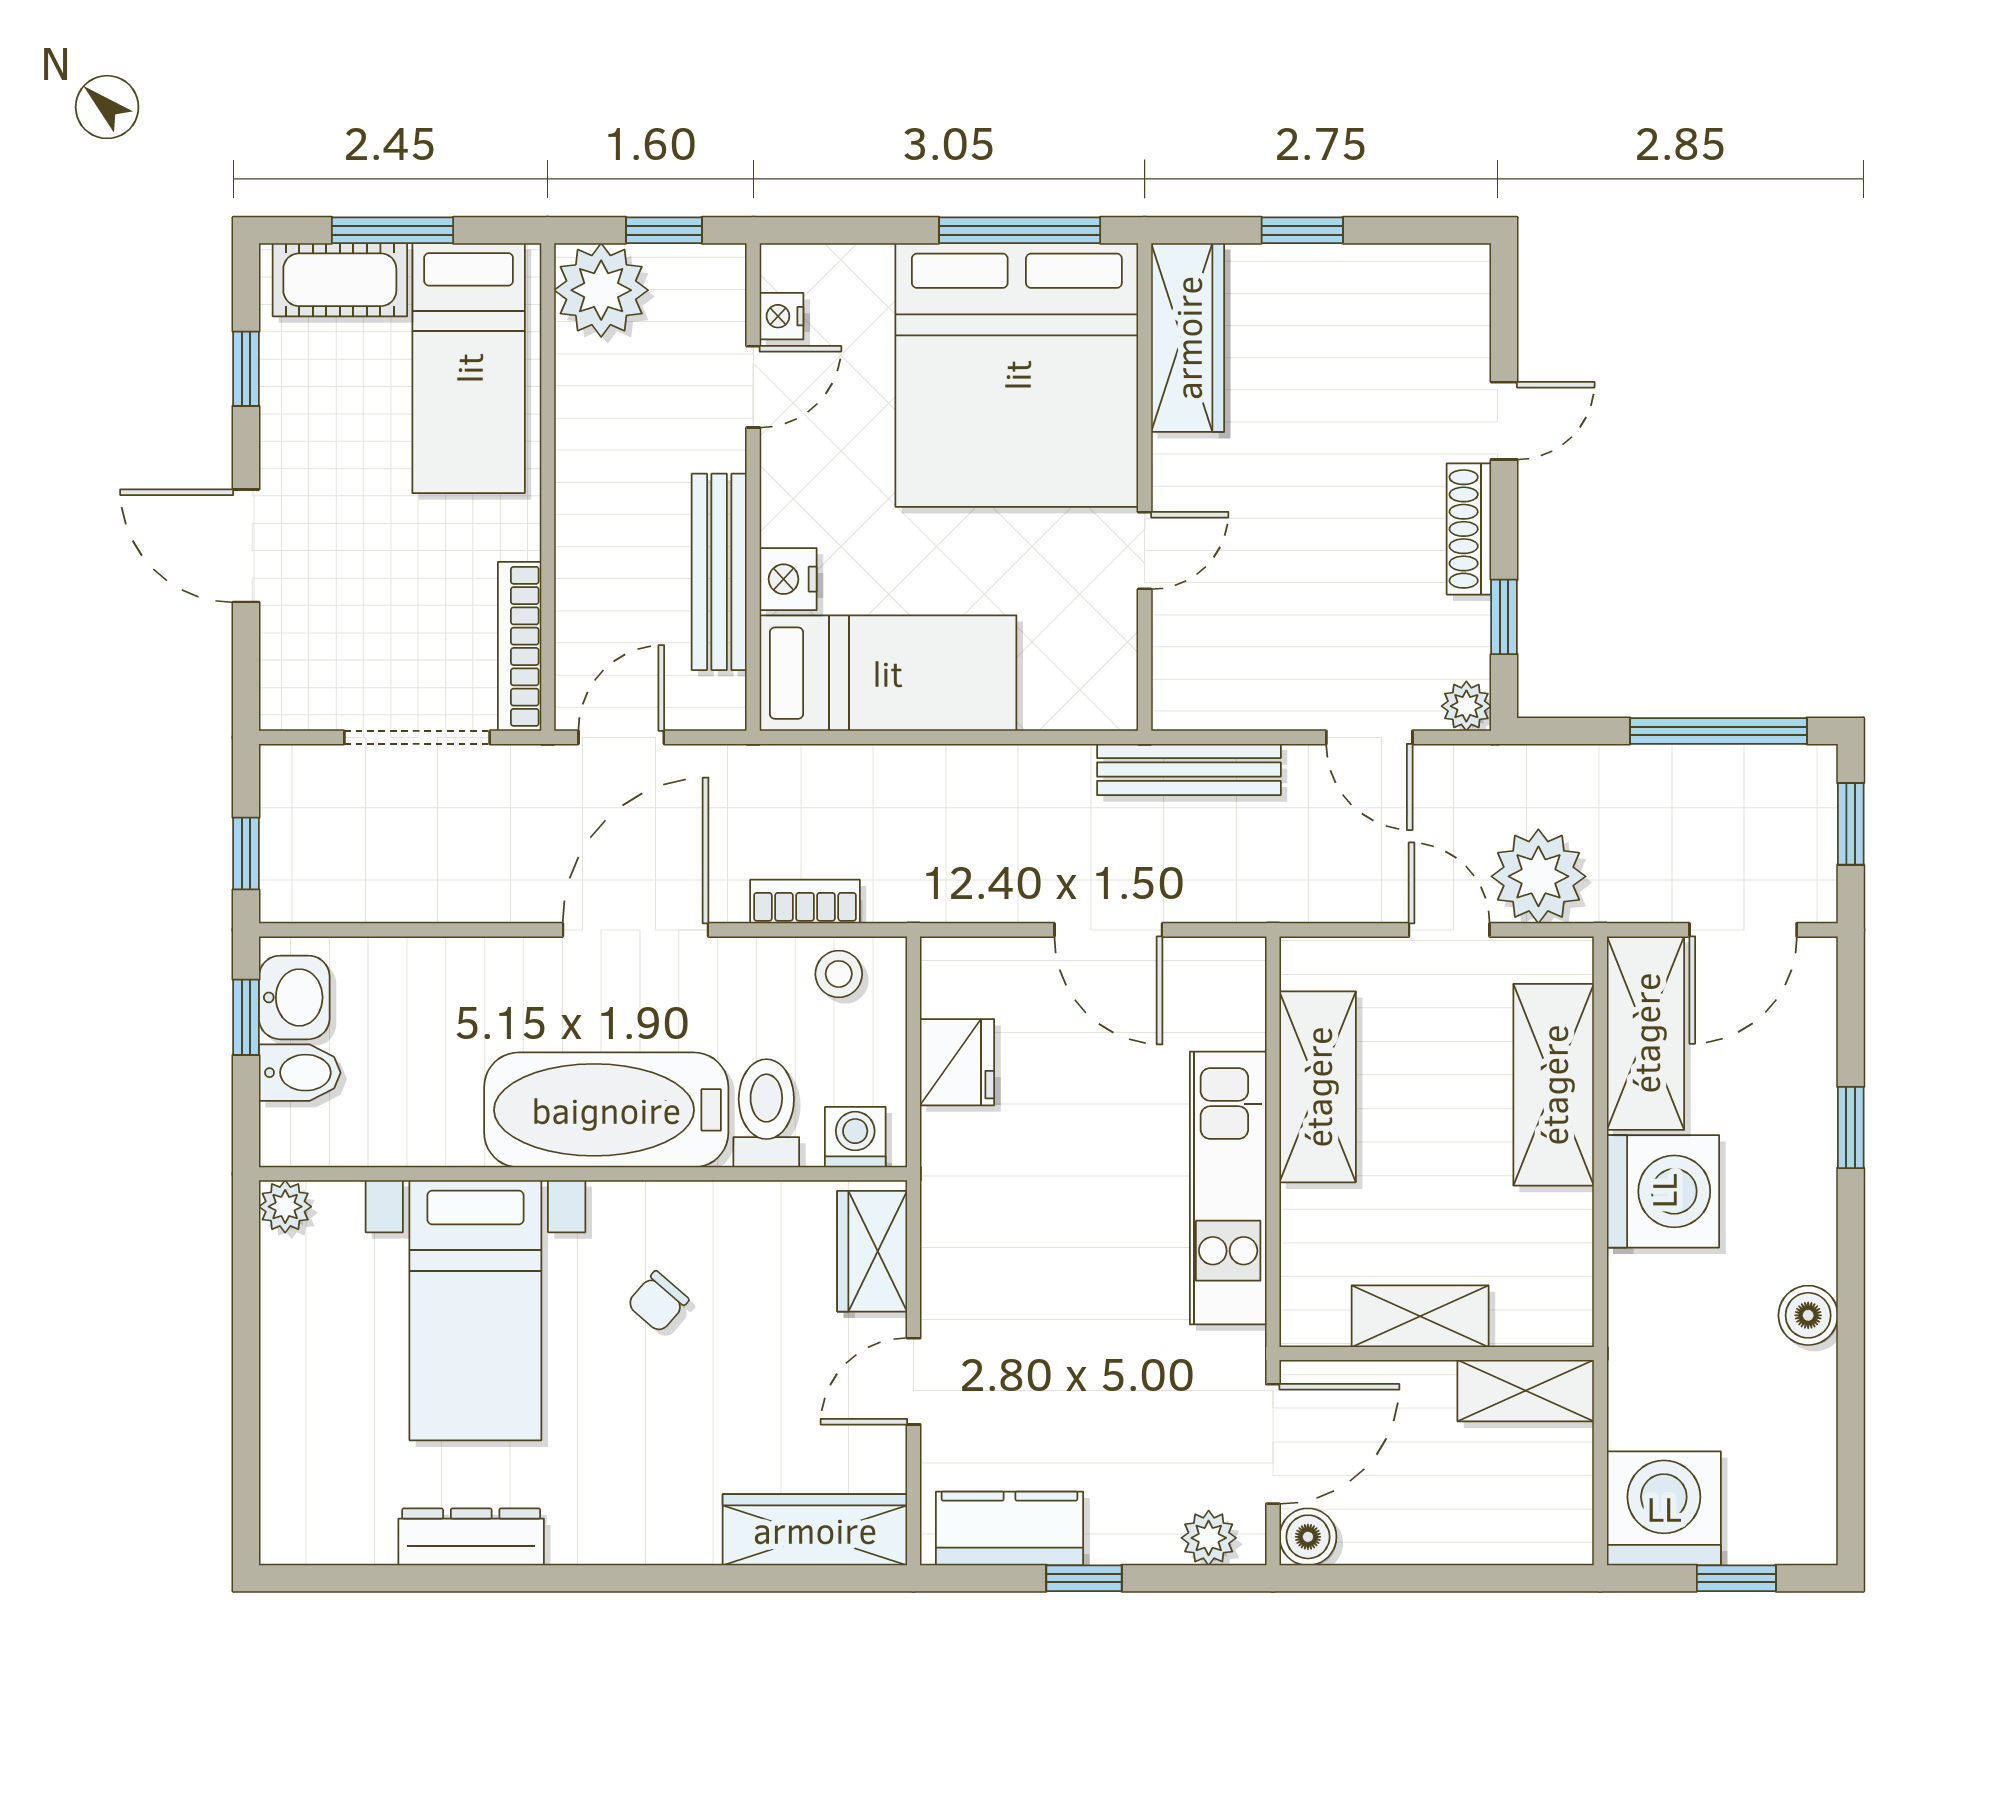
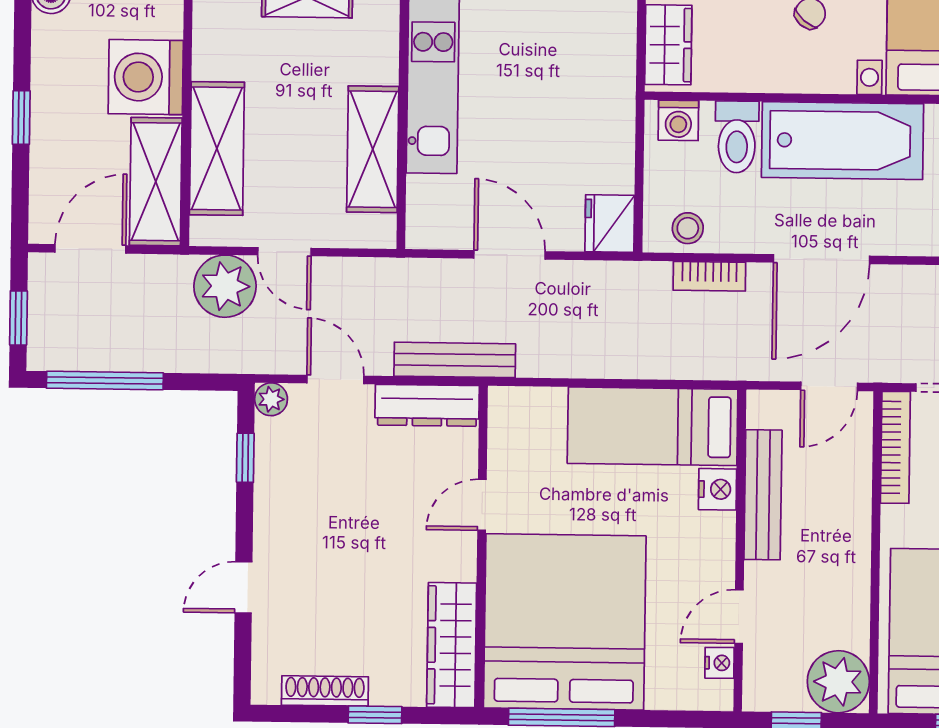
shoe rack: (1469, 529) -> (325, 691), moved, turned -90
dresser: (1230, 700) -> (427, 405), added
fridge: (957, 1062) -> (610, 223), moved

